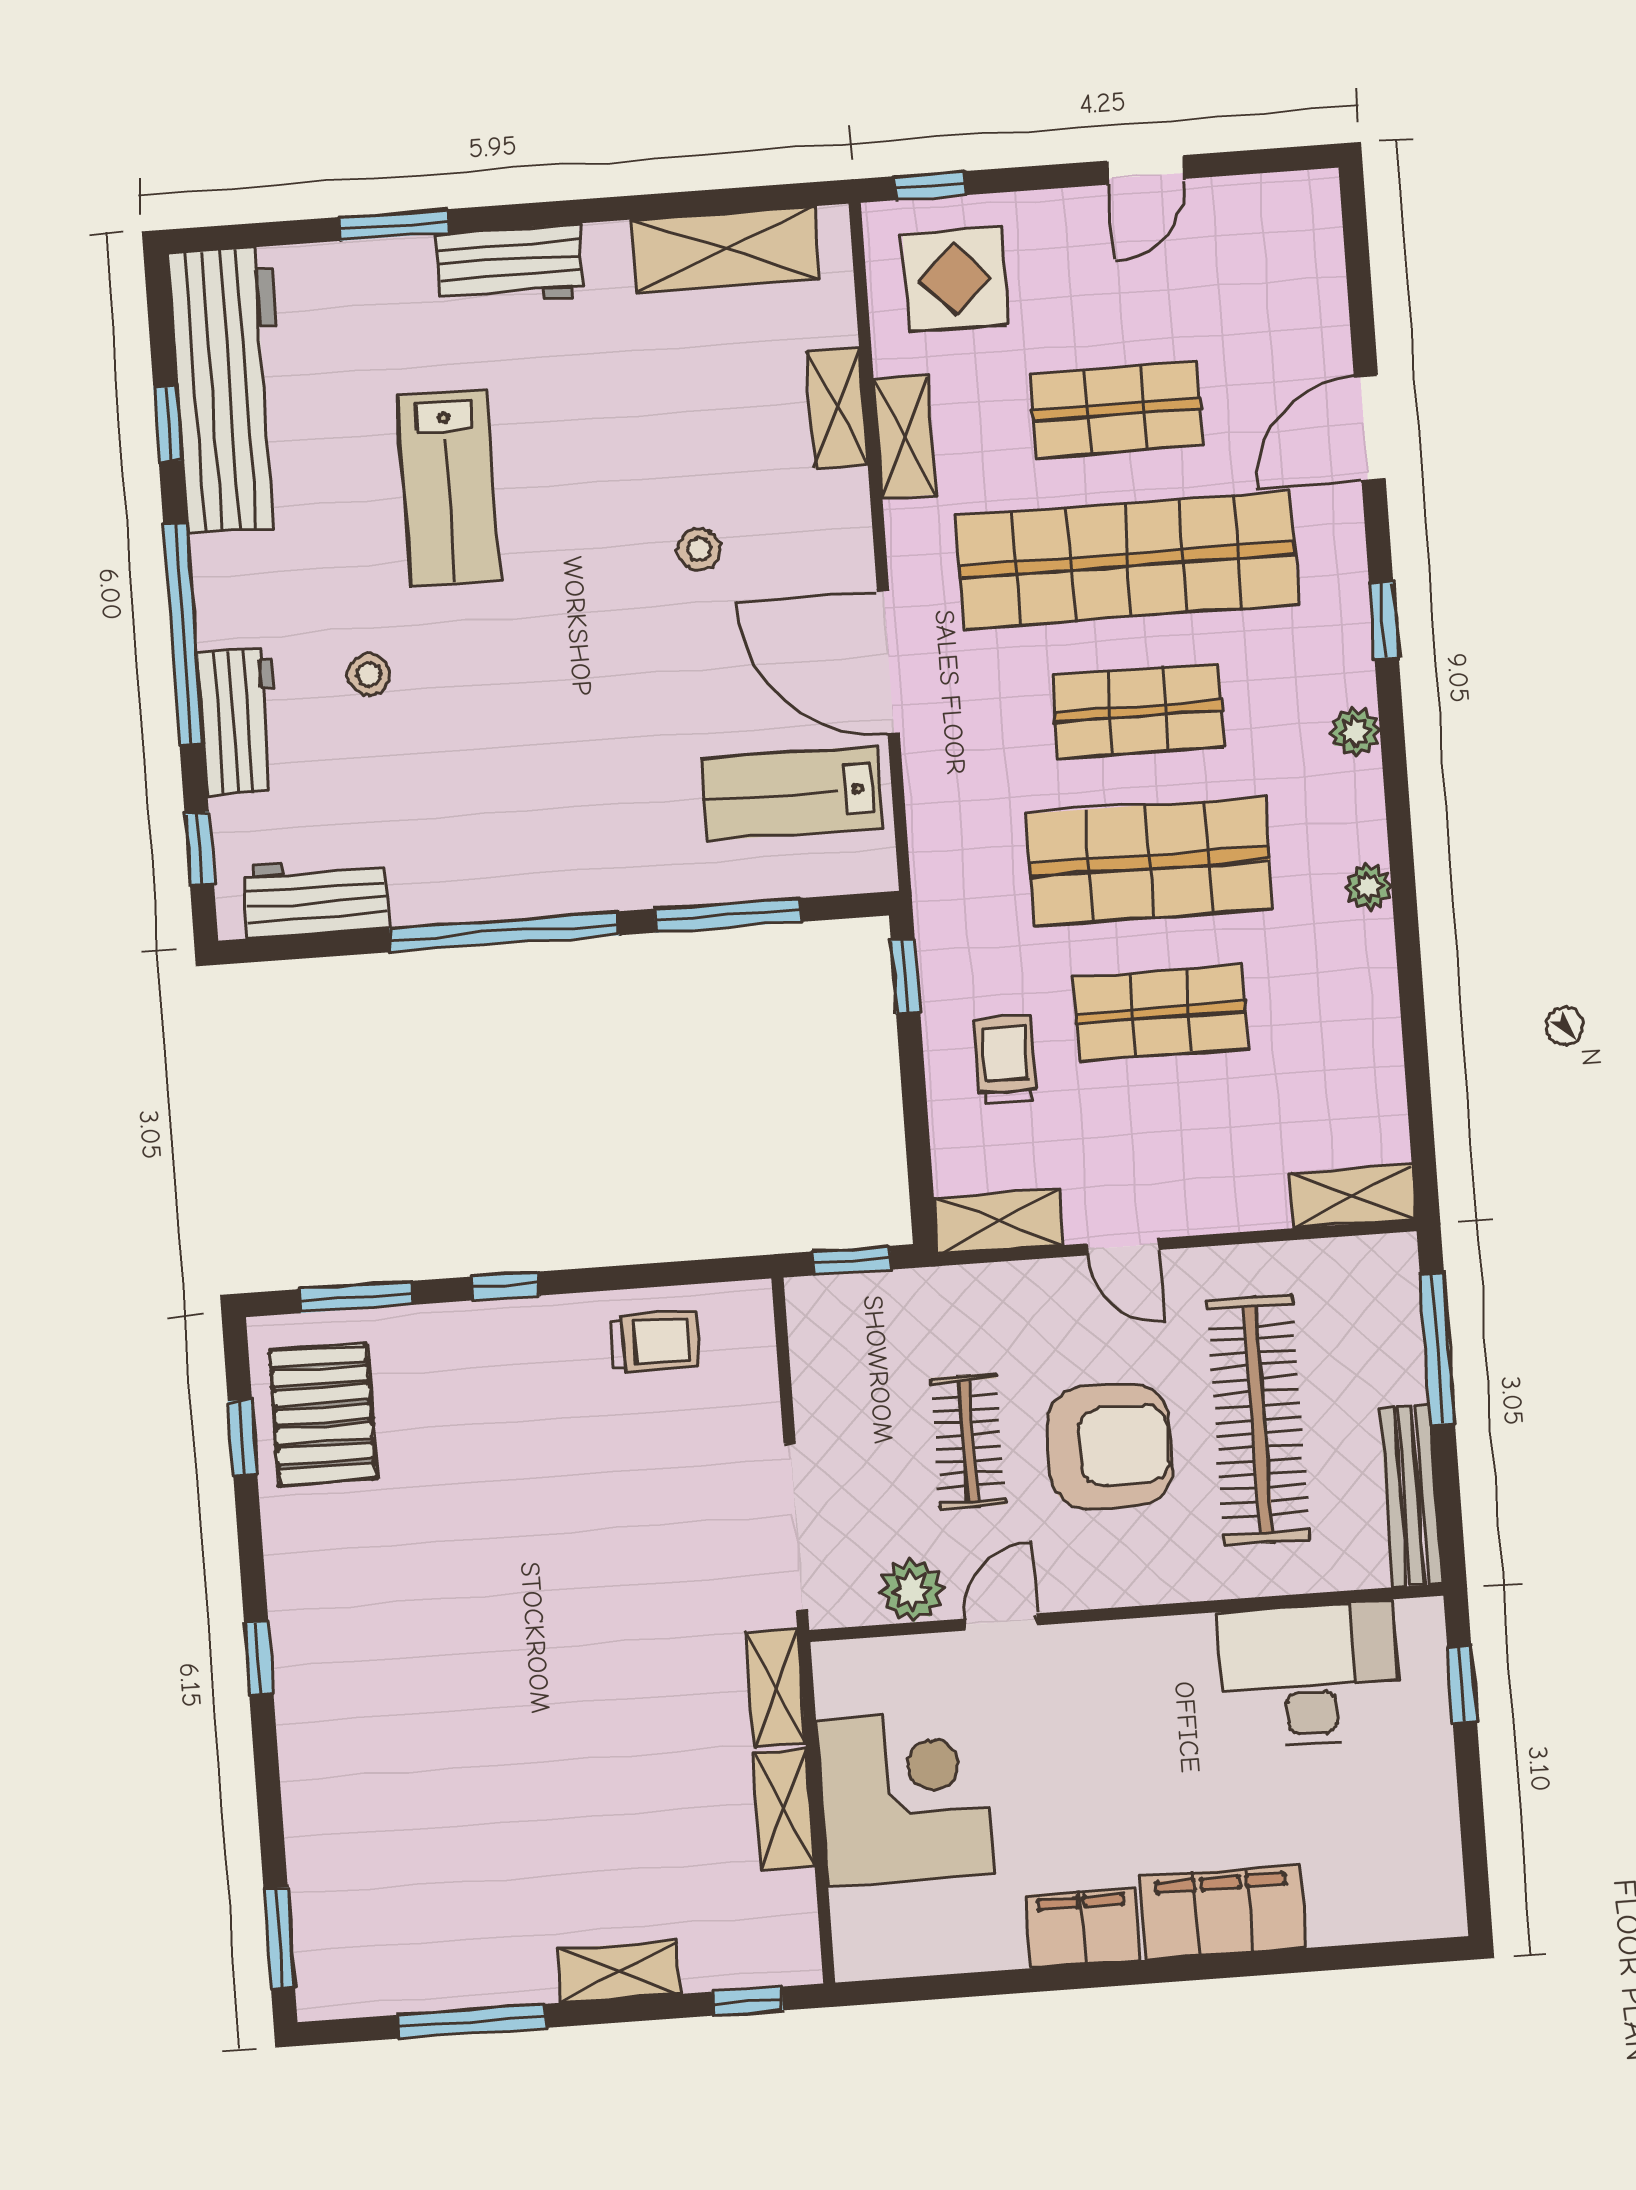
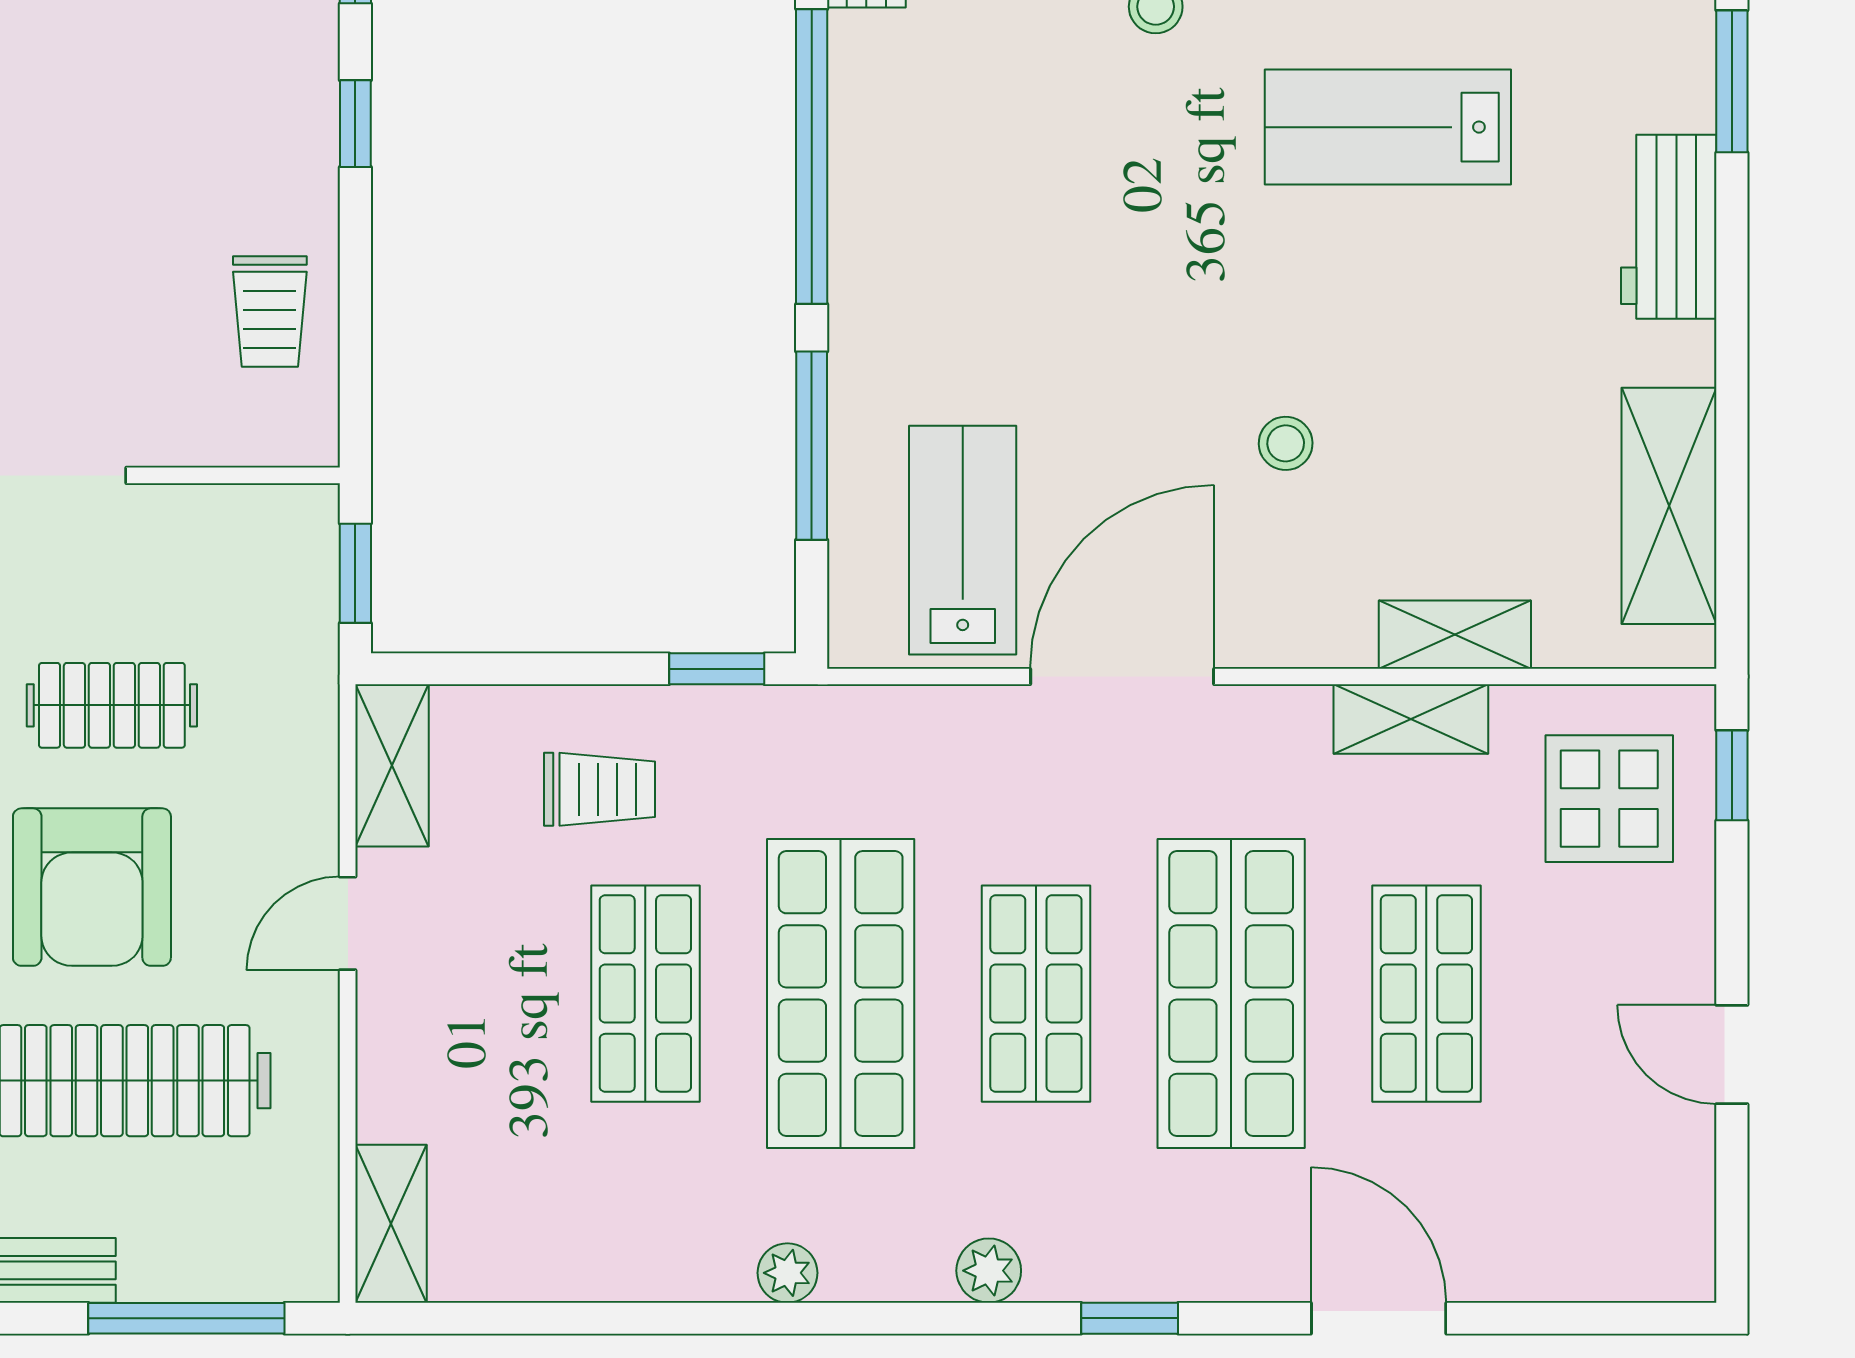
shop shelf: (1127, 560) -> (1231, 994), width x0.71

